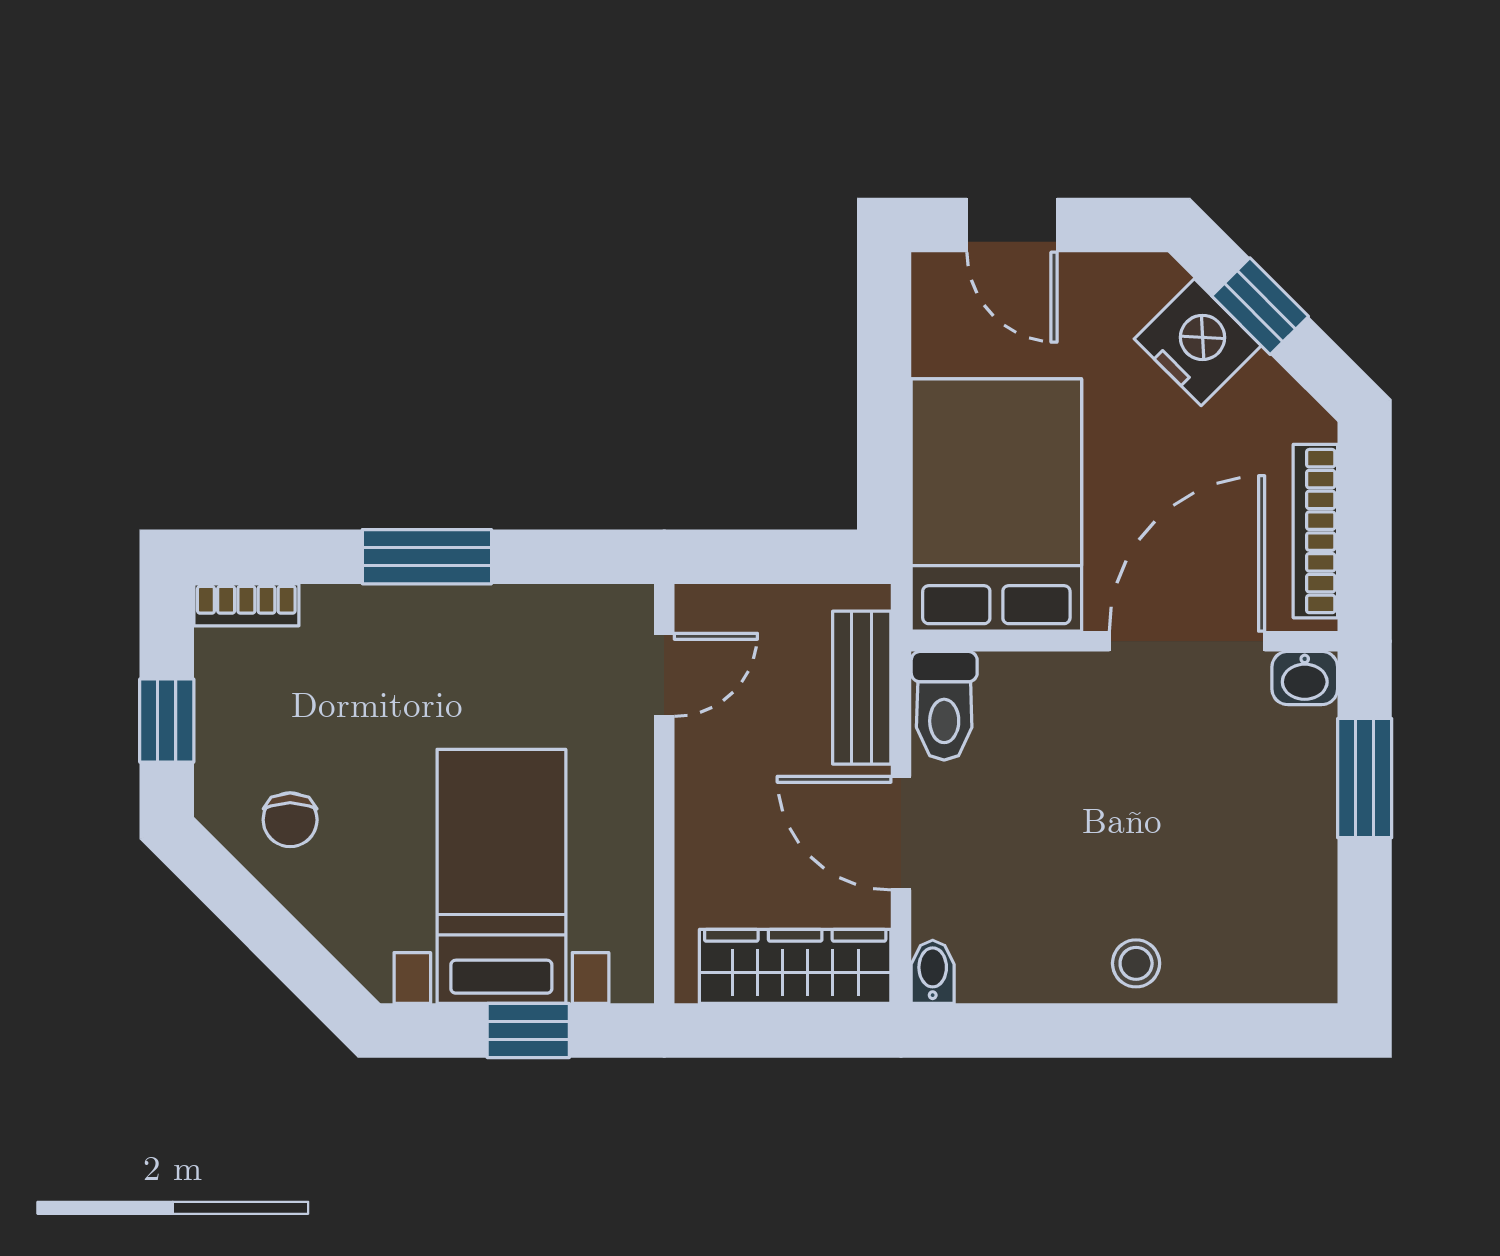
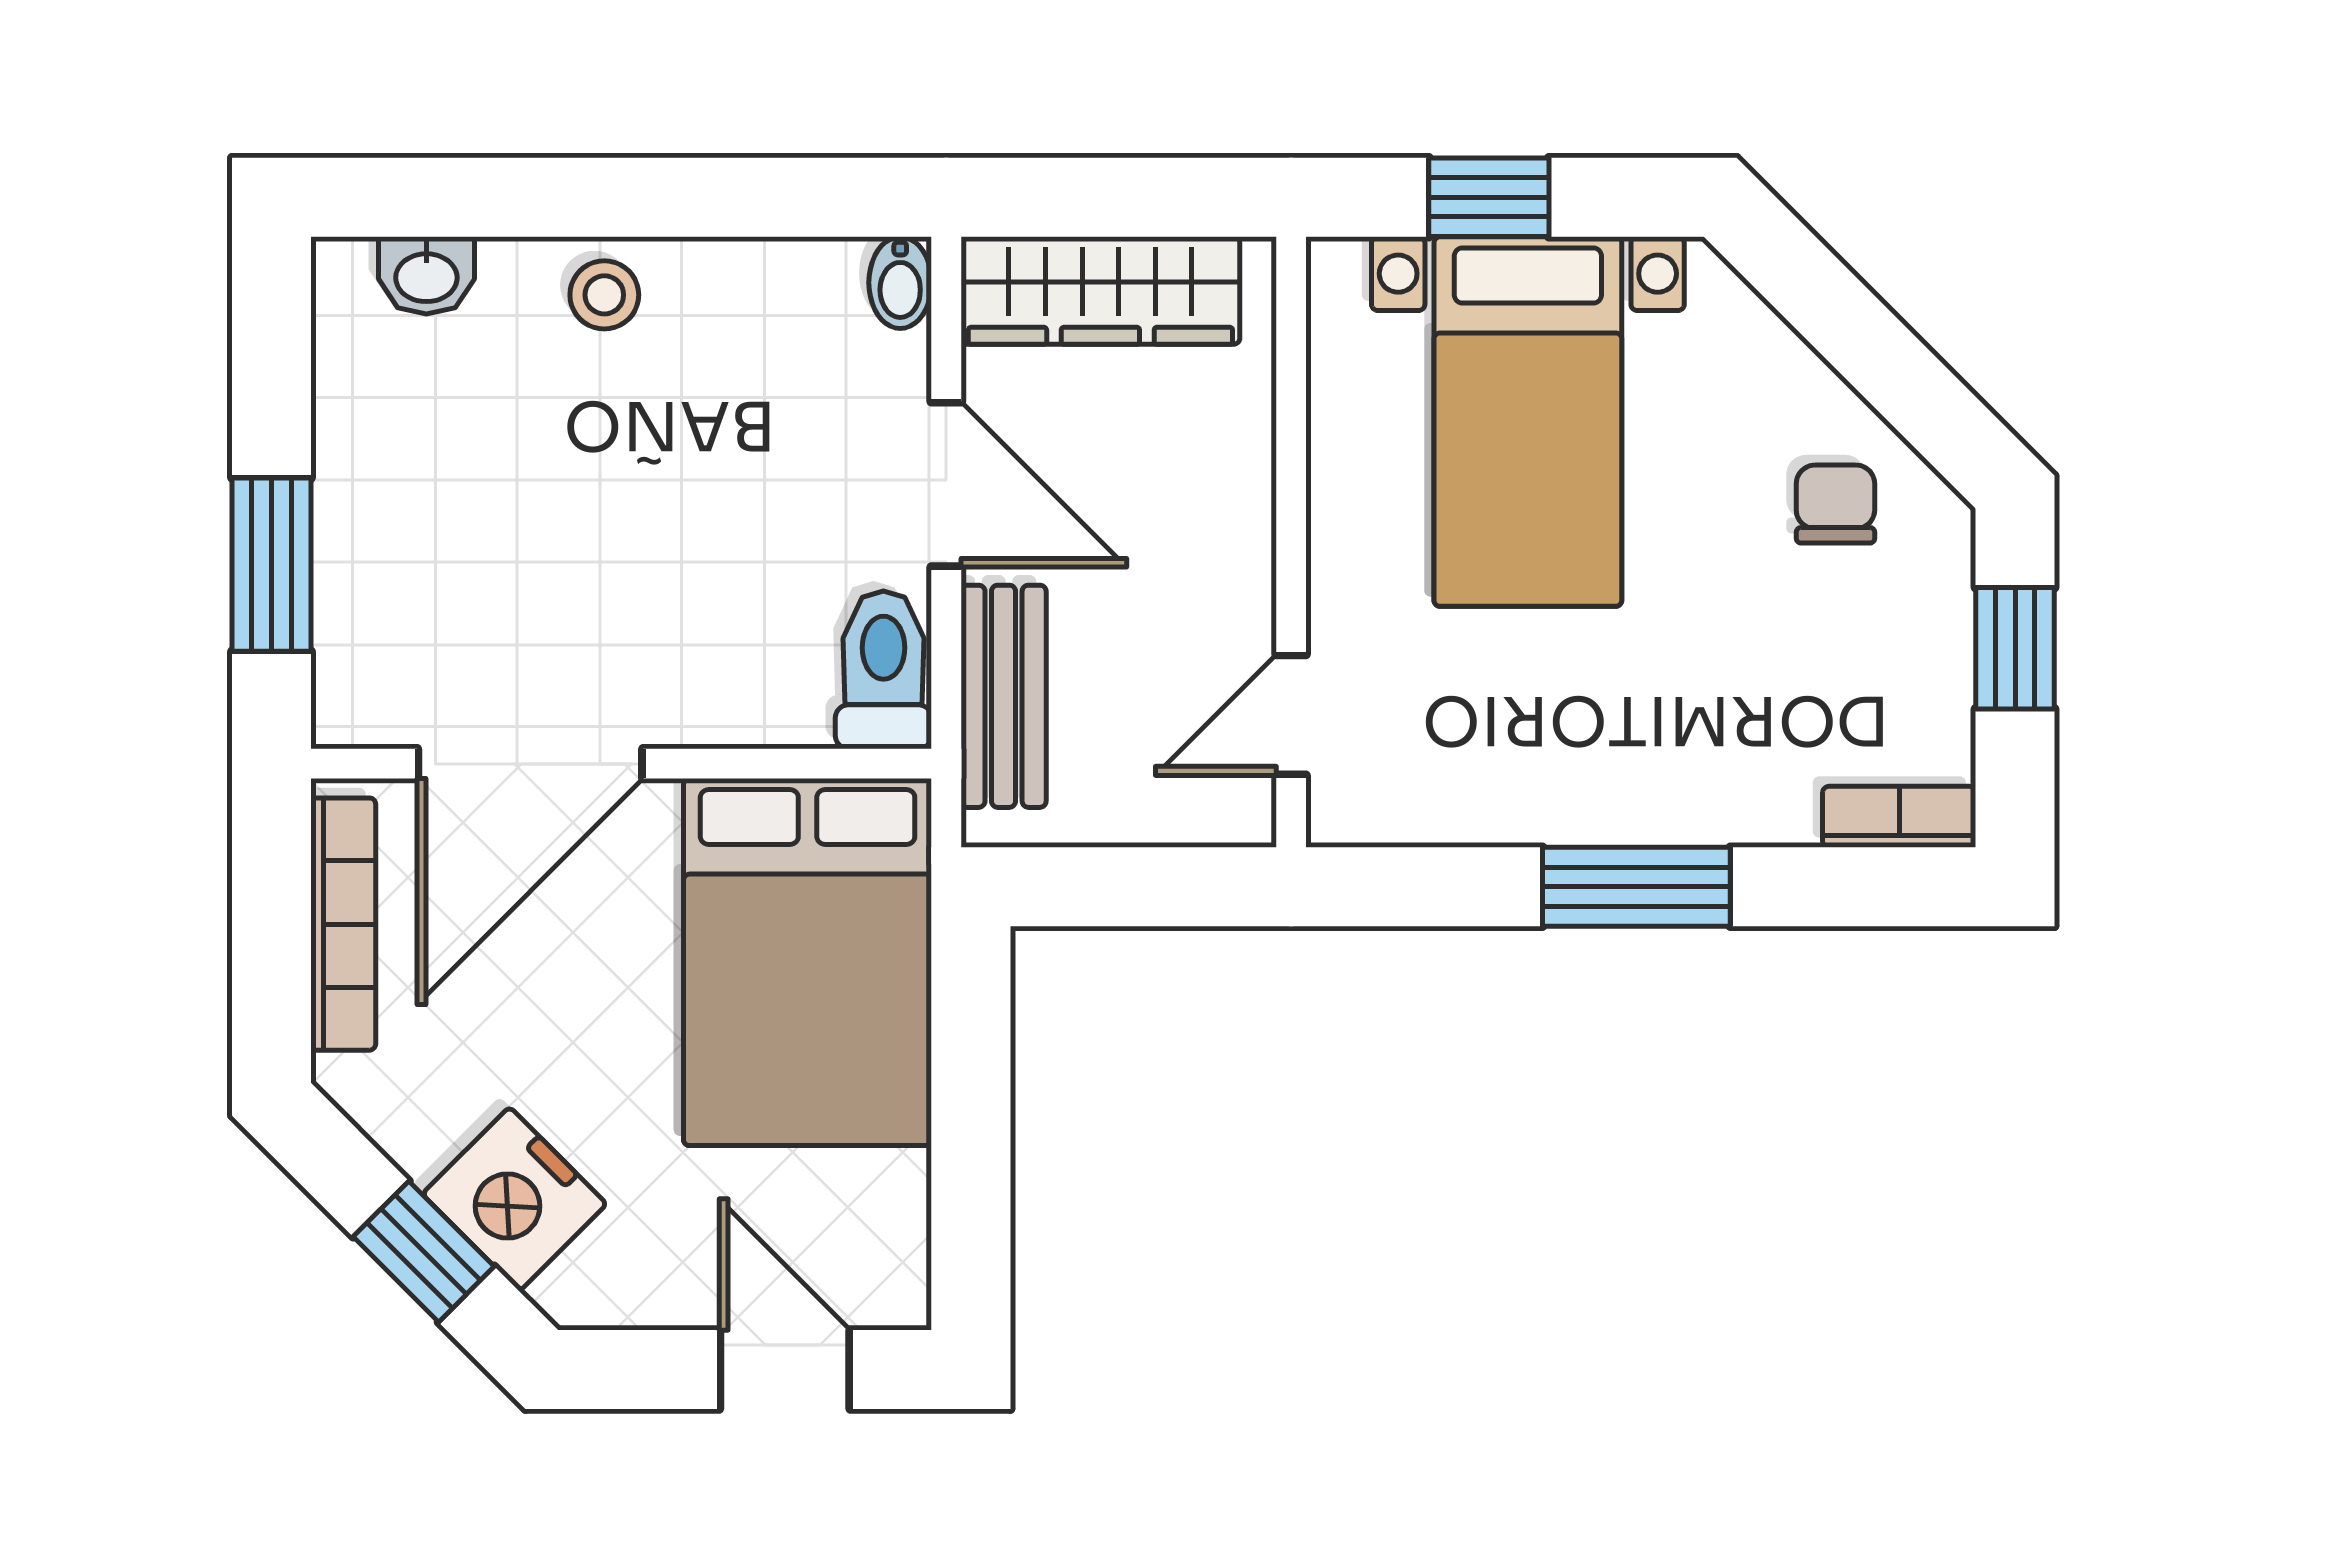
washbasin: (1305, 678) -> (426, 275), moved, turned 180

